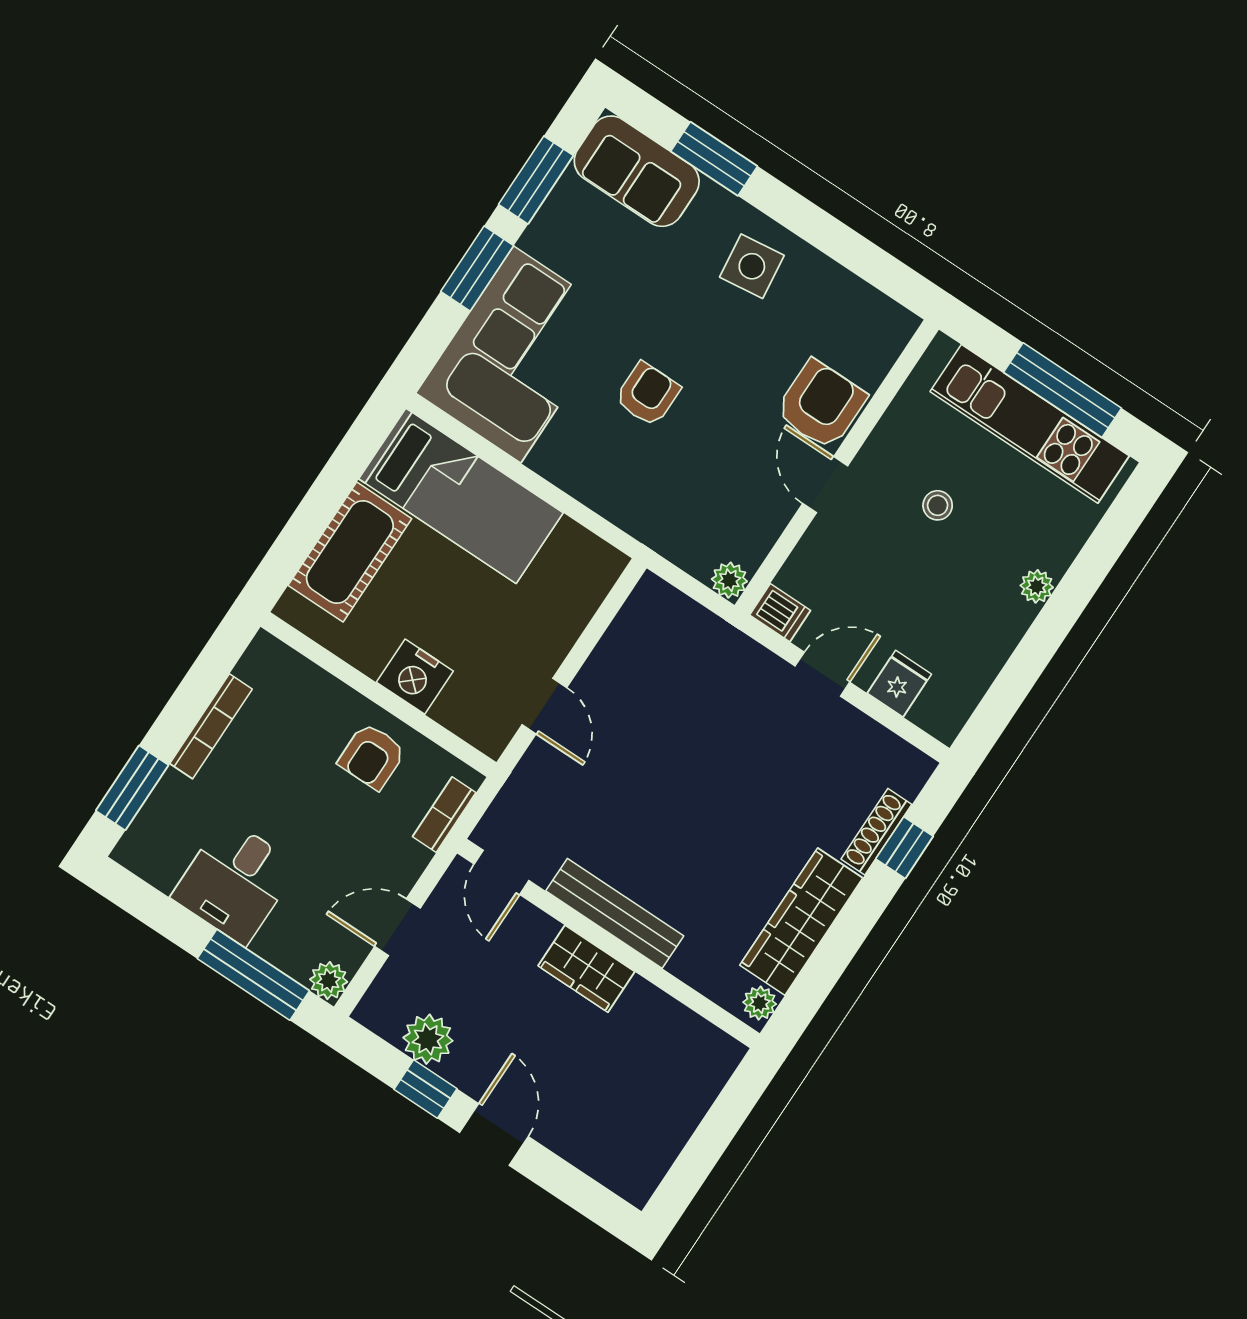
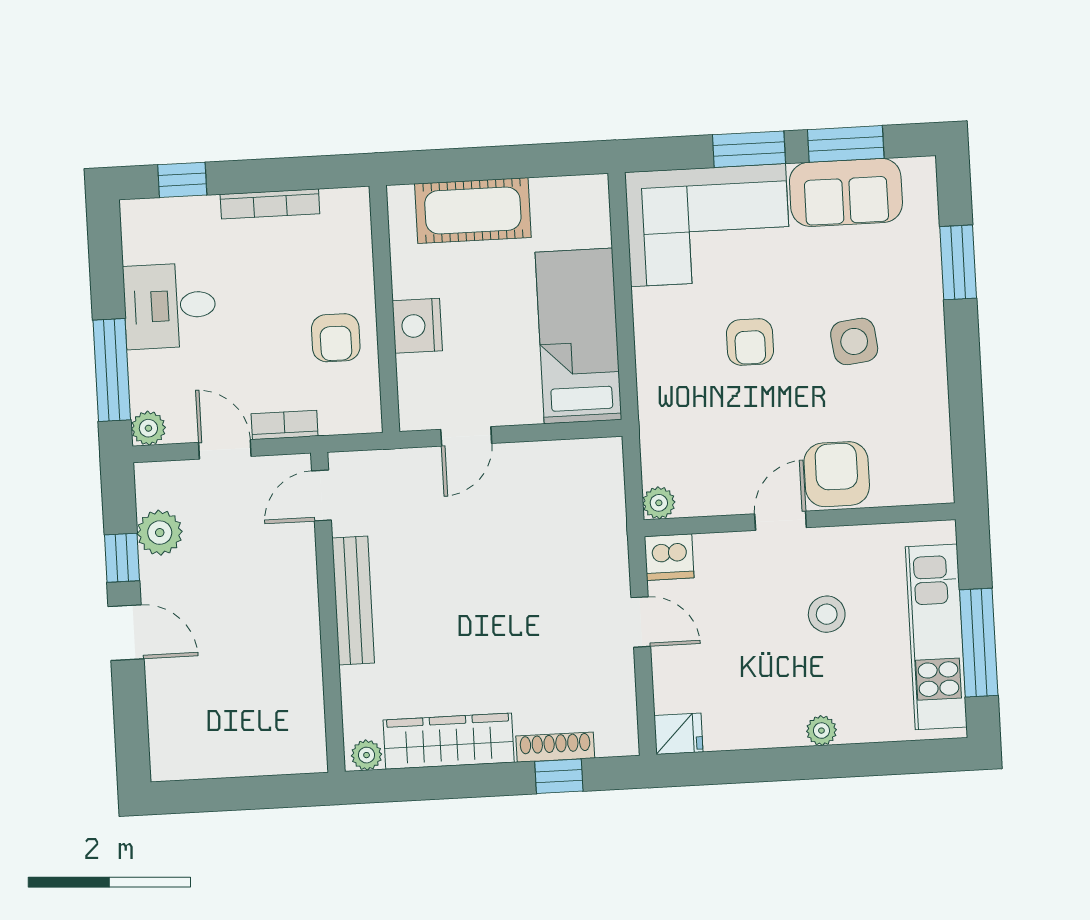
sofa: (637, 171) -> (846, 192), moved, turned -90
side table: (752, 266) -> (854, 341), moved
armchair: (648, 394) -> (750, 342), turned 90
armchair: (821, 405) -> (837, 474), turned -90
bed: (461, 496) -> (578, 336), moved, turned 180
stool: (938, 505) -> (827, 614), width x1.37, depth x1.37
dishwasher: (780, 613) -> (669, 557), width x1.38
fridge: (899, 684) -> (678, 734), moved
armchair: (372, 756) -> (336, 338), turned -90
window: (132, 788) -> (182, 180), width x0.67
bookcase: (444, 815) -> (285, 425), moved
wardrobe: (586, 969) -> (297, 610), removed
door: (494, 1134) -> (126, 633), hinge flipped

